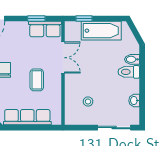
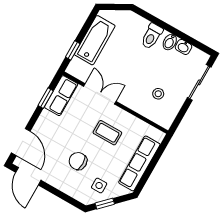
bidet: (132, 59) -> (170, 42), moved

